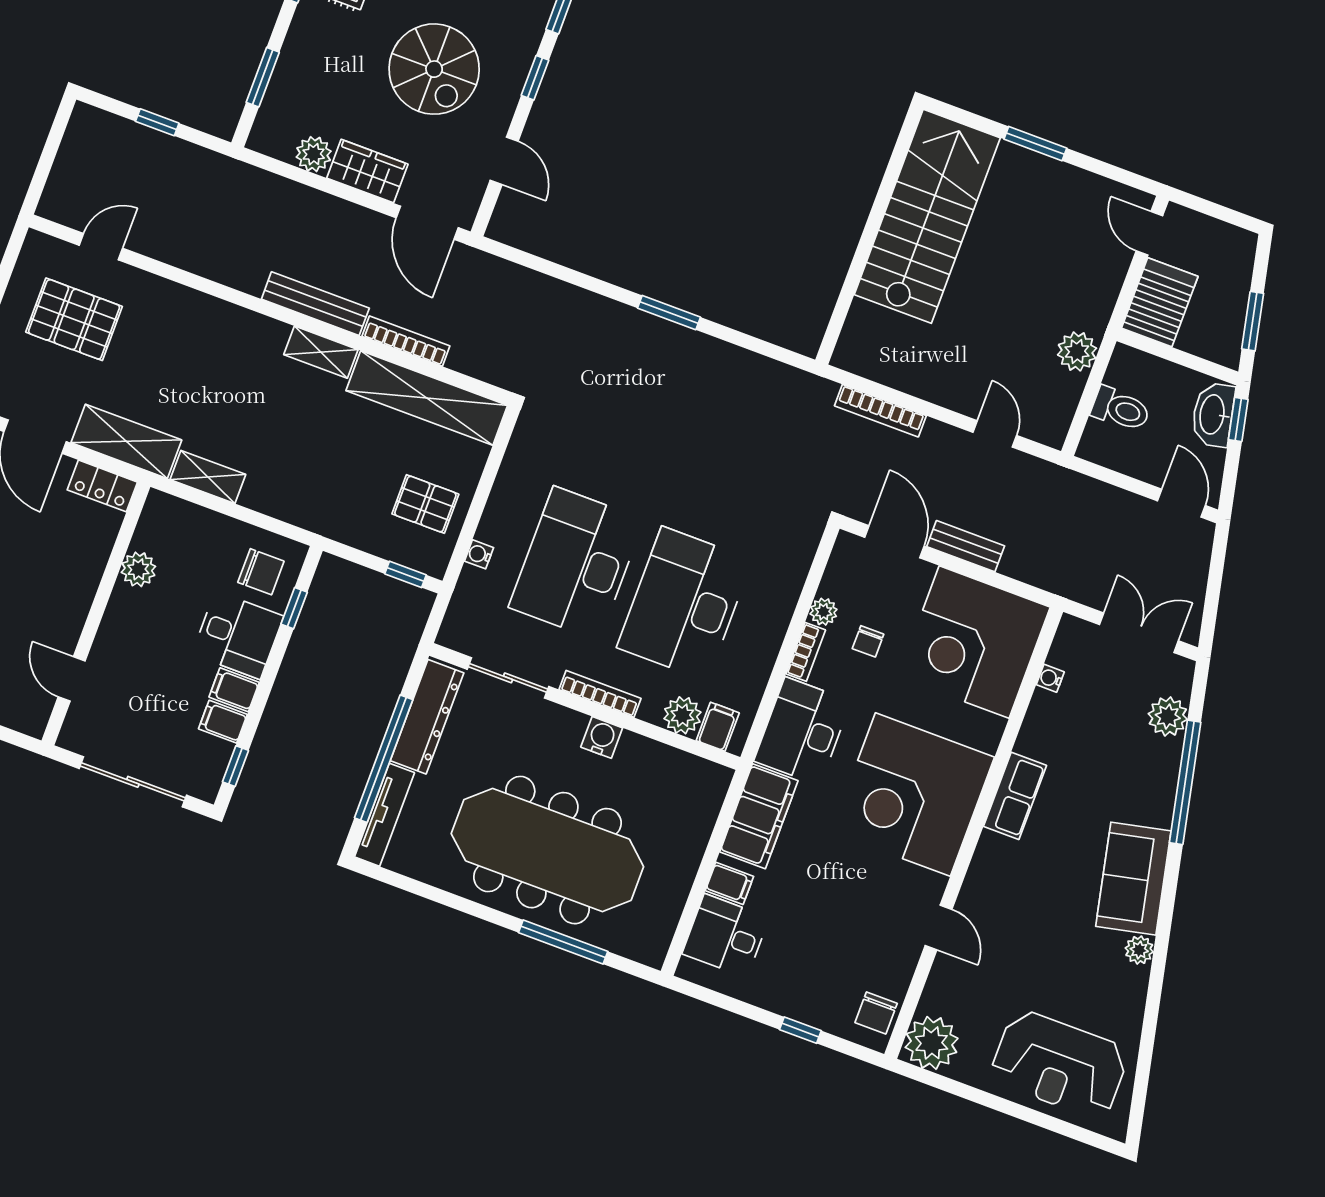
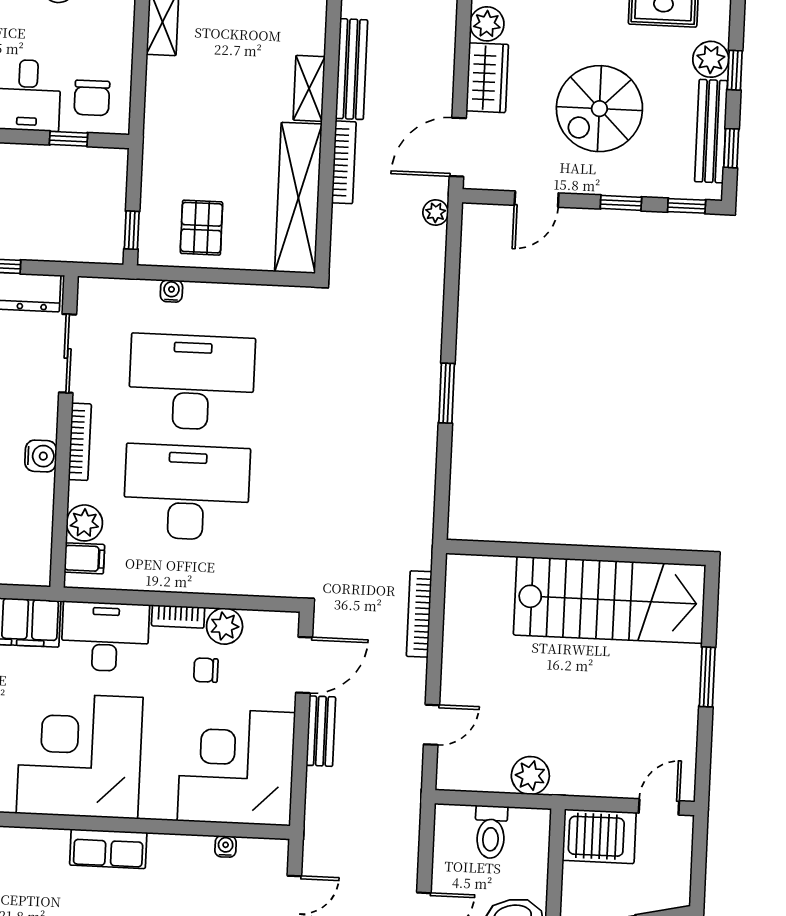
plant: (485, 266) -> (436, 212), added
plant: (824, 612) -> (225, 626), width x1.38, depth x1.38

